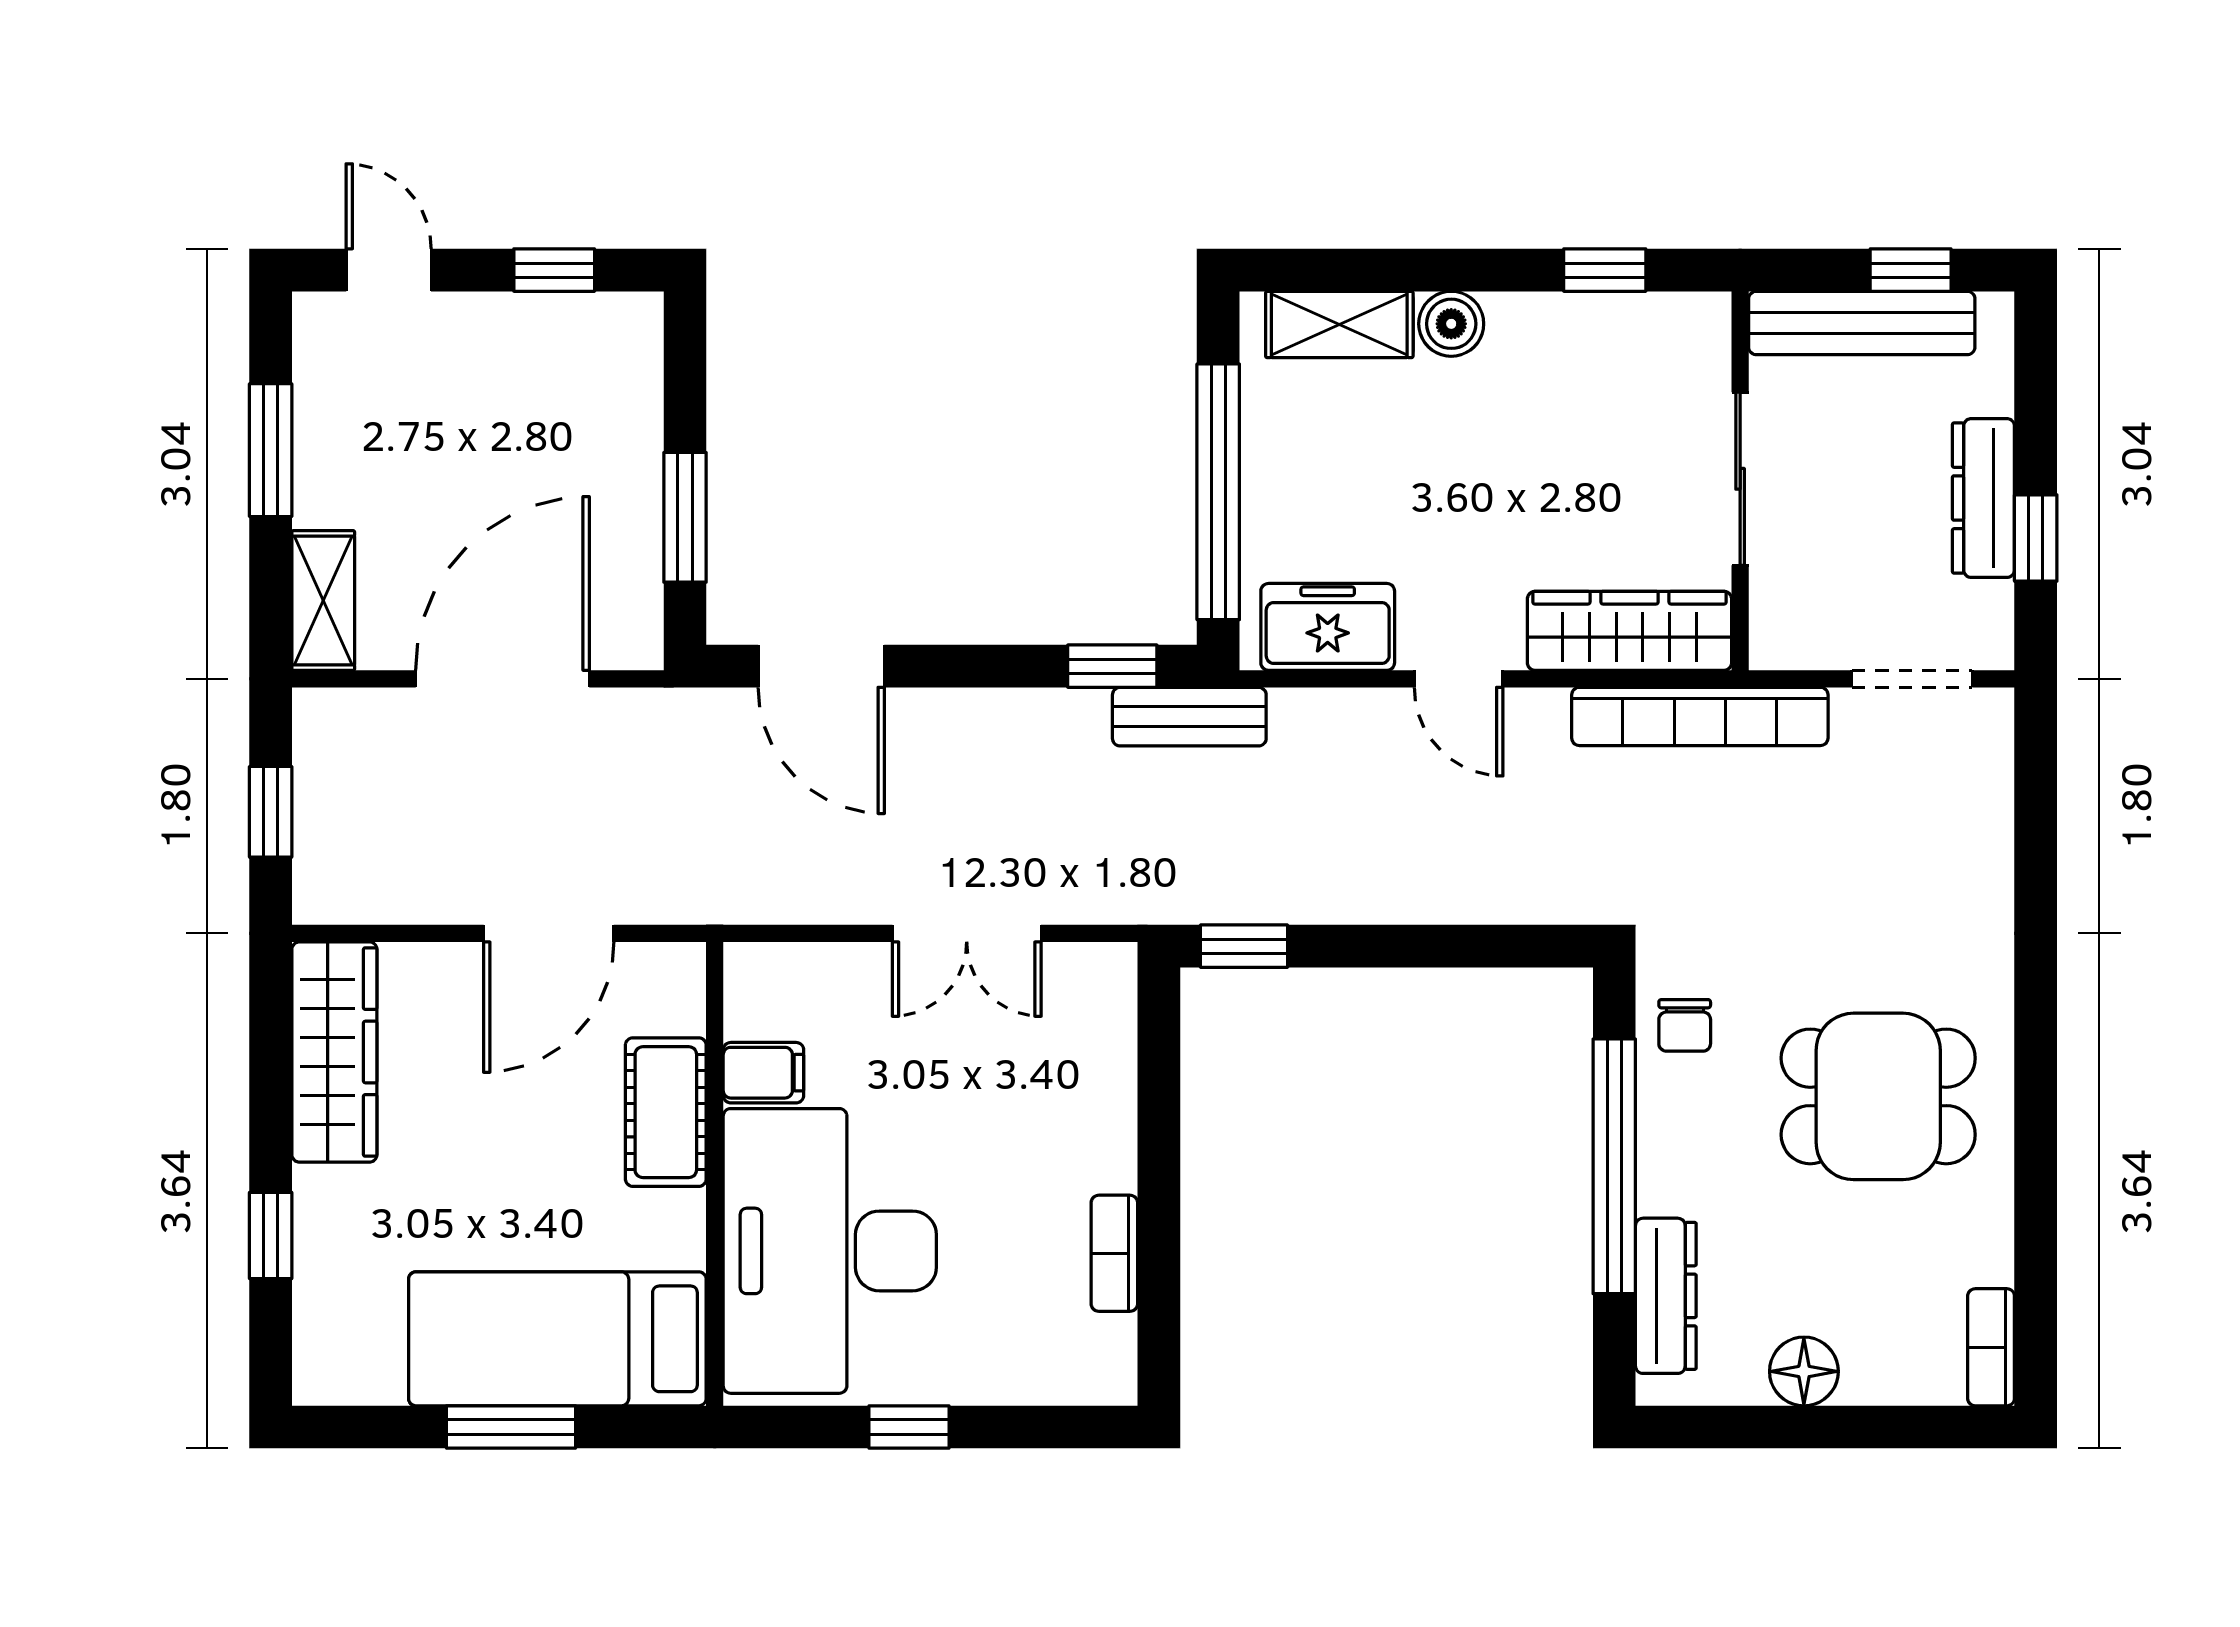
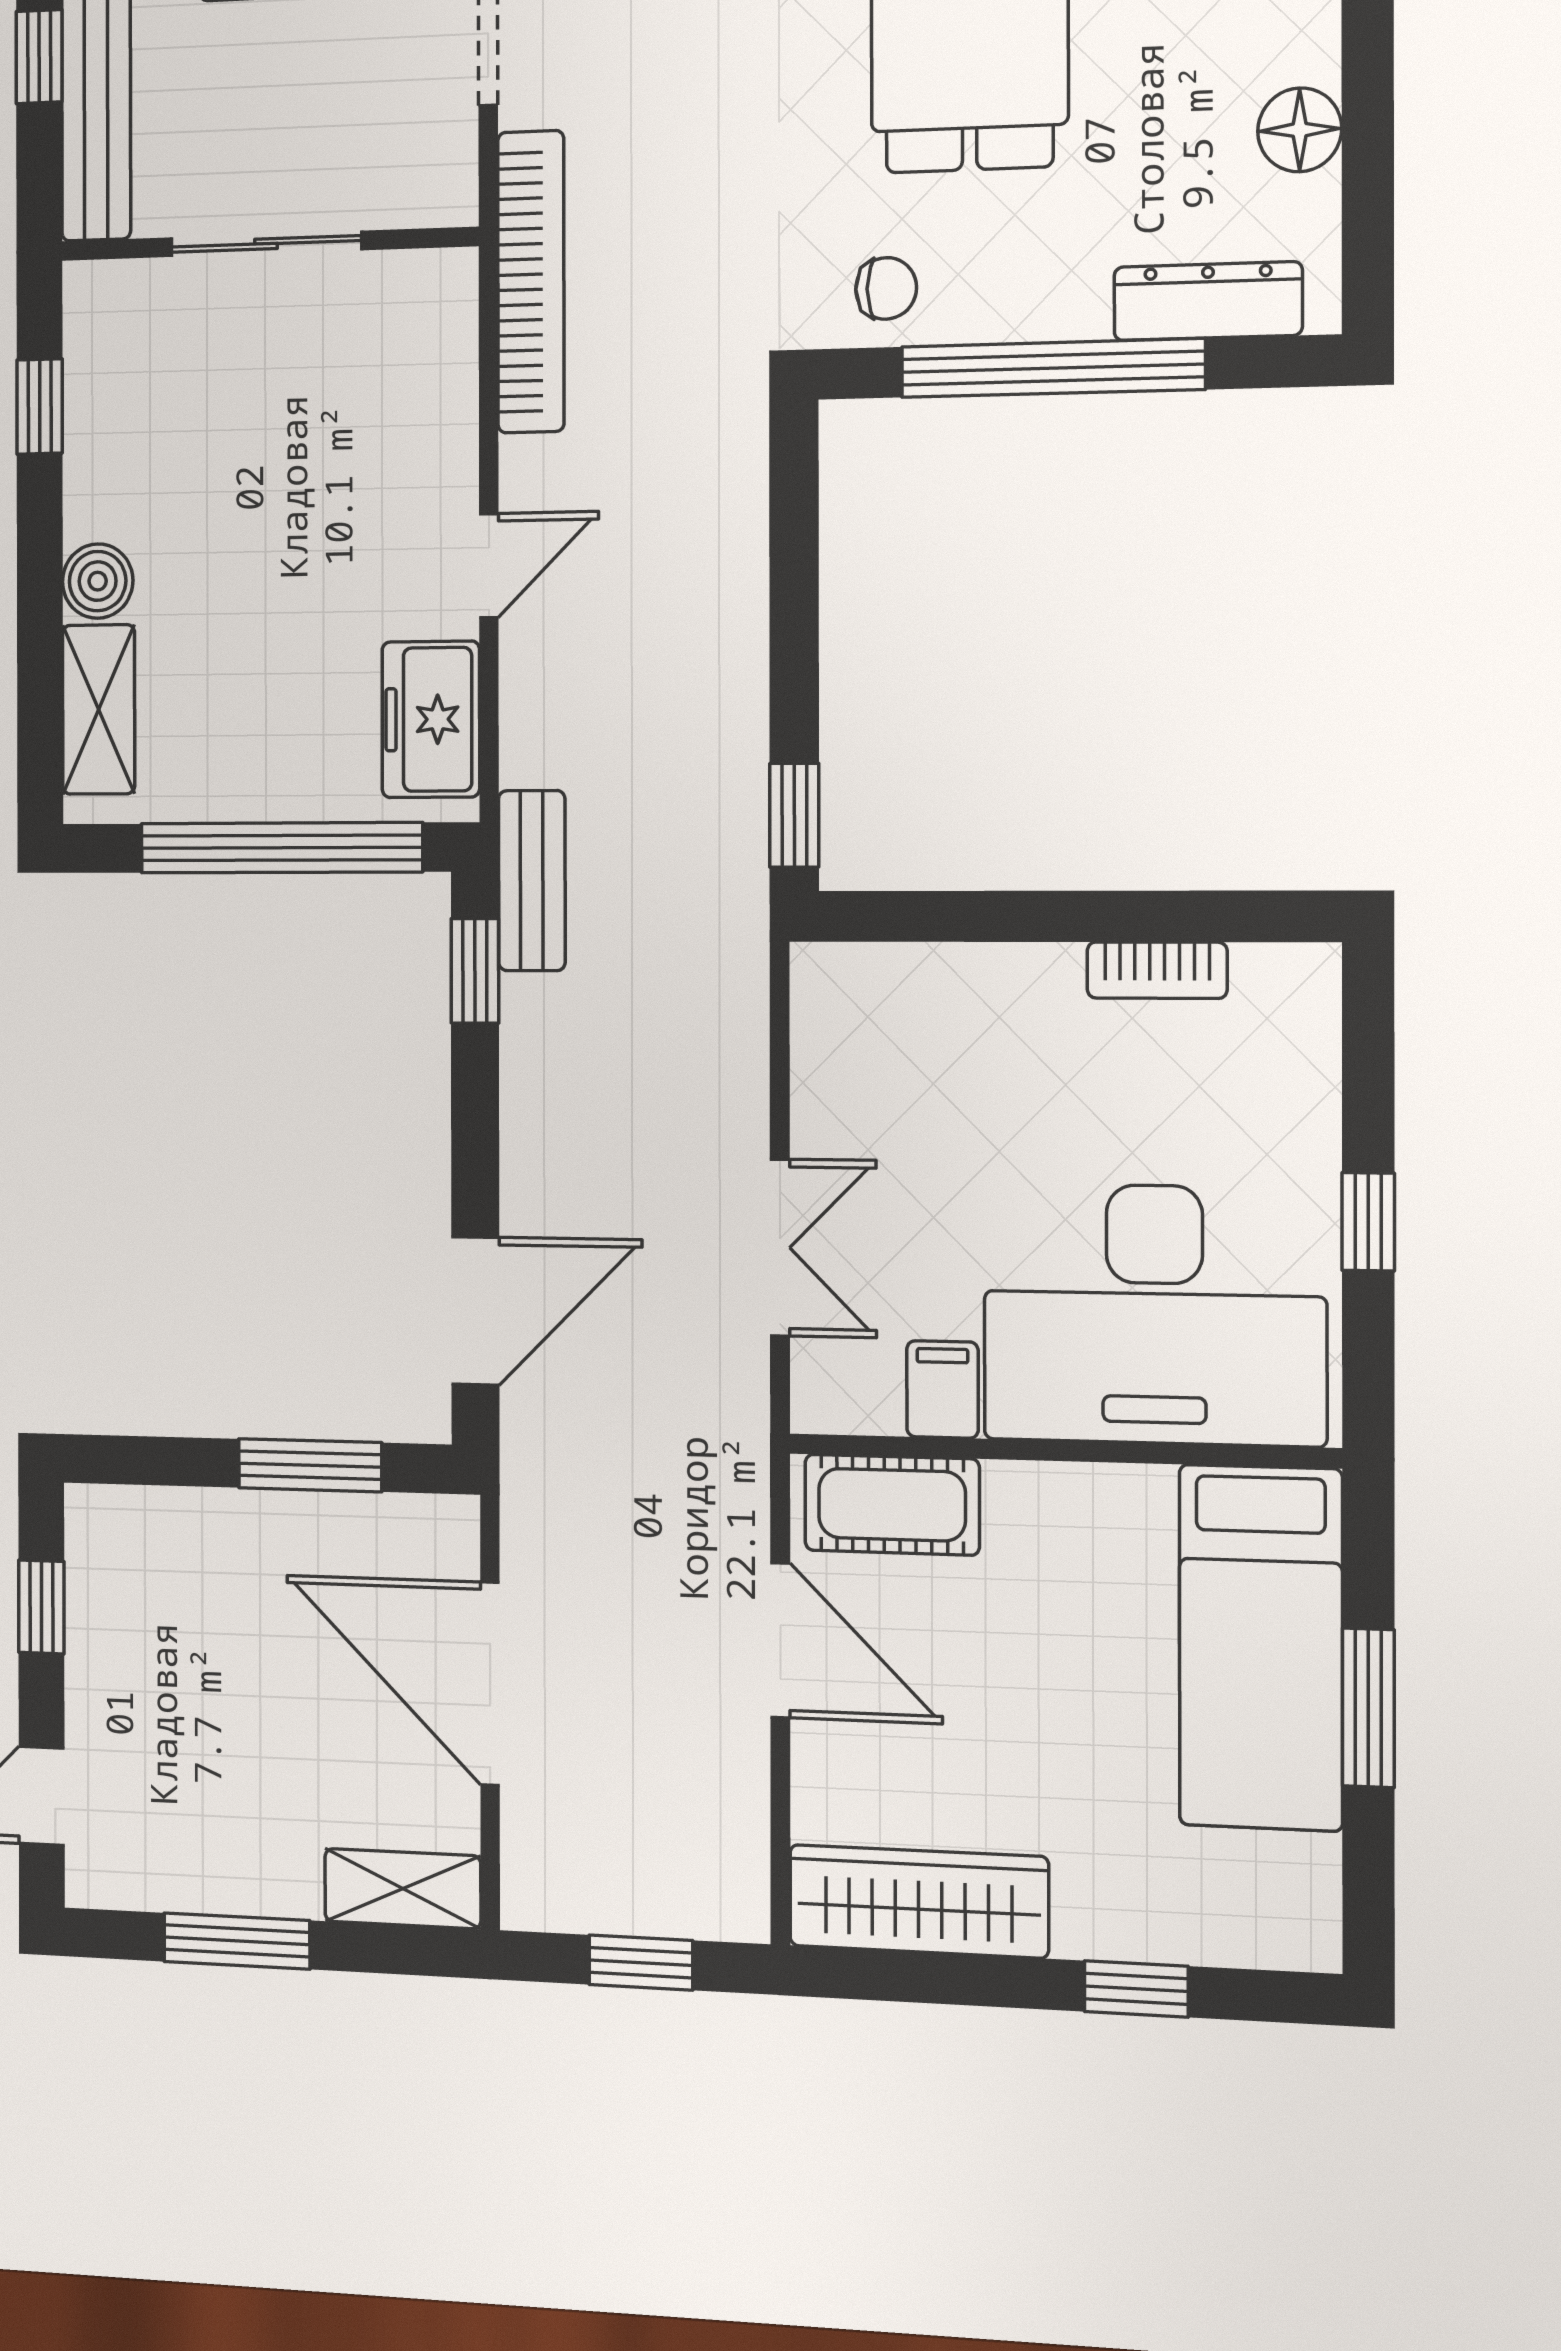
wardrobe: (1630, 631) -> (435, 367), removed
double door: (967, 933) -> (780, 1248), moved
cot: (666, 1112) -> (892, 1505), moved

